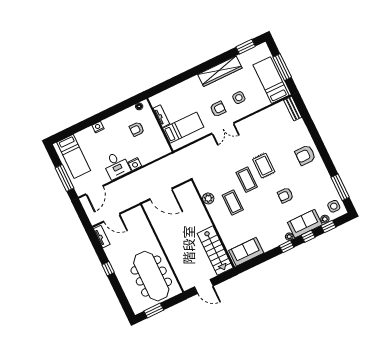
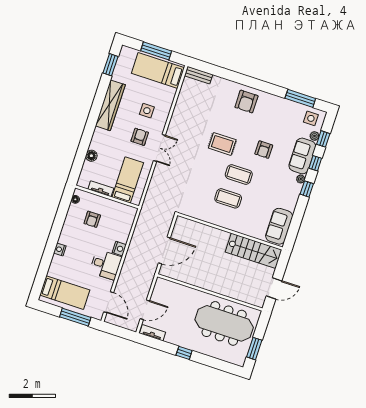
floor lamp: (177, 90) -> (91, 156), added
coffee table: (247, 180) -> (239, 174), moved
plant: (208, 198) -> (205, 215), removed

